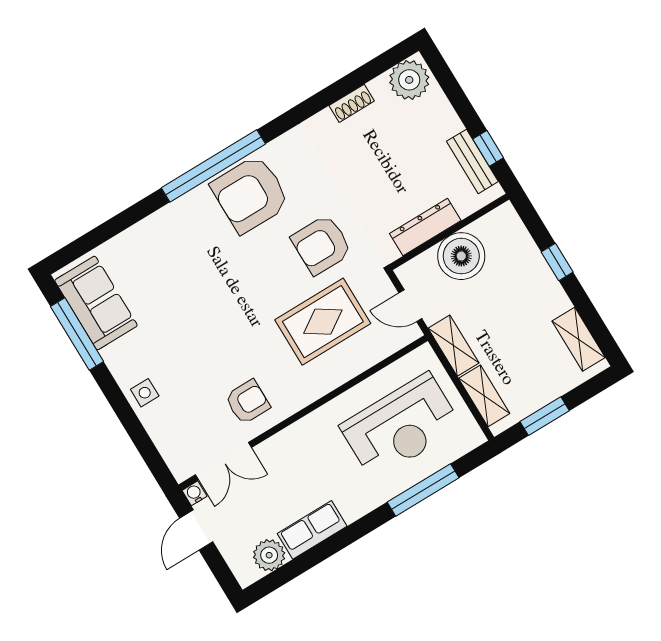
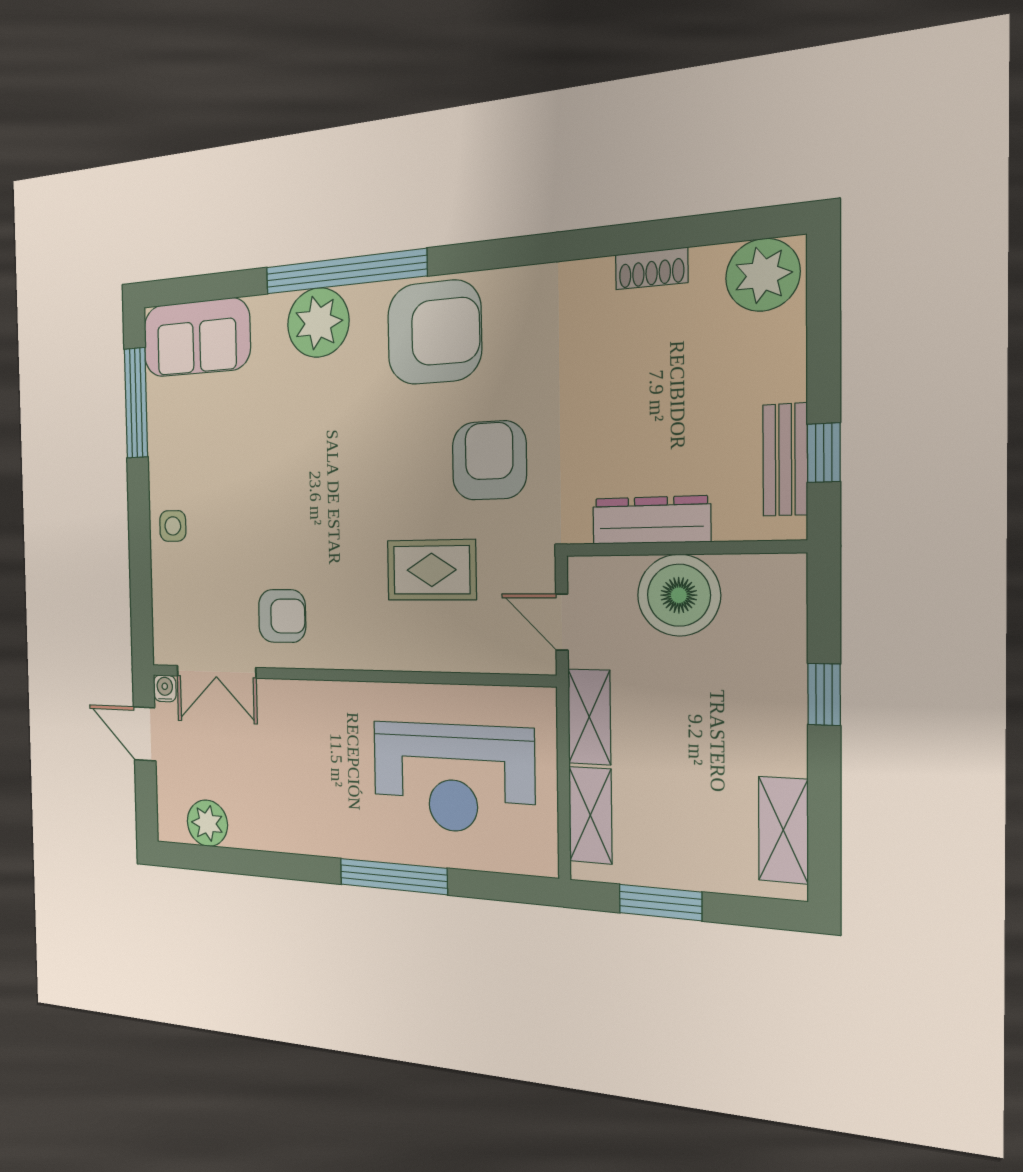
window: (213, 166) -> (345, 272), moved
armchair: (250, 194) -> (434, 332), turned 180
plant: (175, 224) -> (318, 323), added
armchair: (321, 245) -> (489, 460), turned 90
sofa: (96, 303) -> (196, 337), moved, turned 90
rug: (323, 322) -> (432, 570), width x0.73, depth x0.70
window: (423, 490) -> (393, 876), moved
door: (196, 530) -> (145, 734), hinge flipped
row of seats: (312, 530) -> (272, 830), removed

